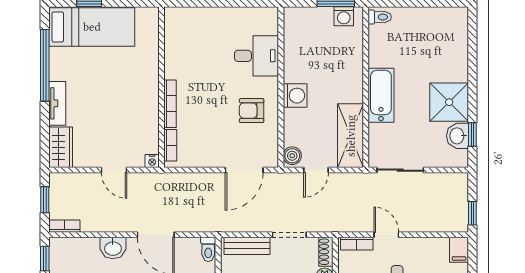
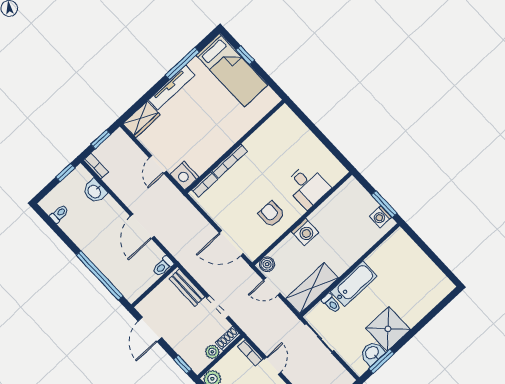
toilet: (380, 17) -> (331, 303), moved
window: (45, 65) -> (182, 64), width x0.68
tv unit: (57, 103) -> (172, 87), width x1.41
window: (472, 135) -> (382, 361), width x1.50
nightstand: (152, 161) -> (185, 176), width x1.89, depth x1.79
washbasin: (113, 248) -> (95, 191), moved

